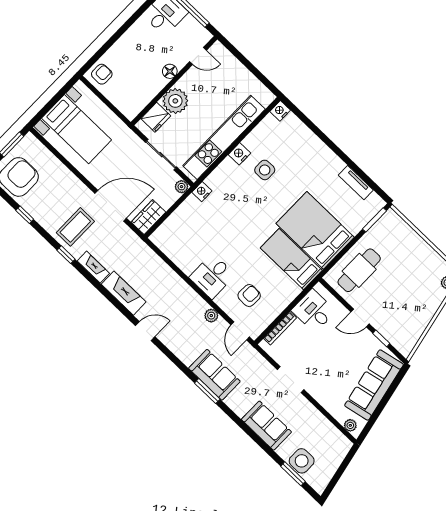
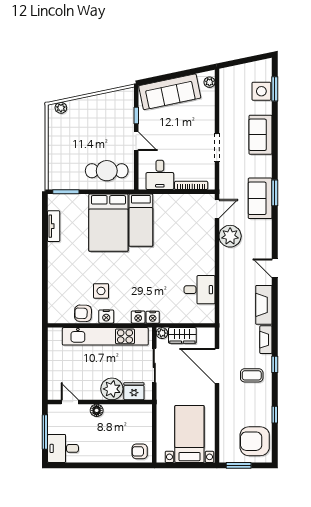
nightstand: (280, 111) -> (138, 317), moved
wardrobe: (148, 217) -> (182, 335), moved
coffee table: (75, 227) -> (252, 375), width x0.73, depth x0.77
desk: (212, 276) -> (200, 290), moved
armchair: (249, 295) -> (83, 313), moved
plant: (211, 316) -> (230, 236), width x1.88, depth x1.88

